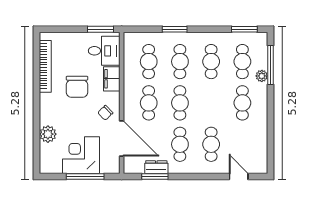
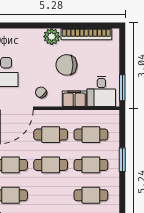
plant: (48, 134) -> (52, 37), moved

